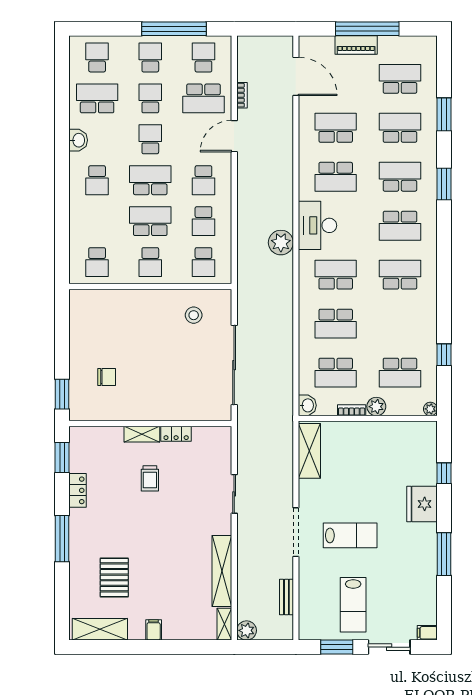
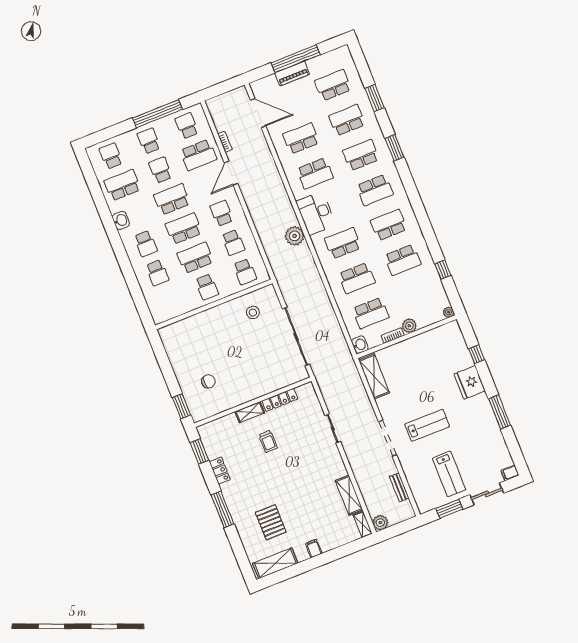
school desk: (150, 139) -> (172, 199), width x1.85
school desk: (203, 180) -> (222, 213), turned 180
school desk: (97, 262) -> (157, 273), moved
school desk: (400, 373) -> (403, 260), moved
locker: (176, 434) -> (280, 400), width x1.53
shelving: (222, 571) -> (349, 495), width x0.68

